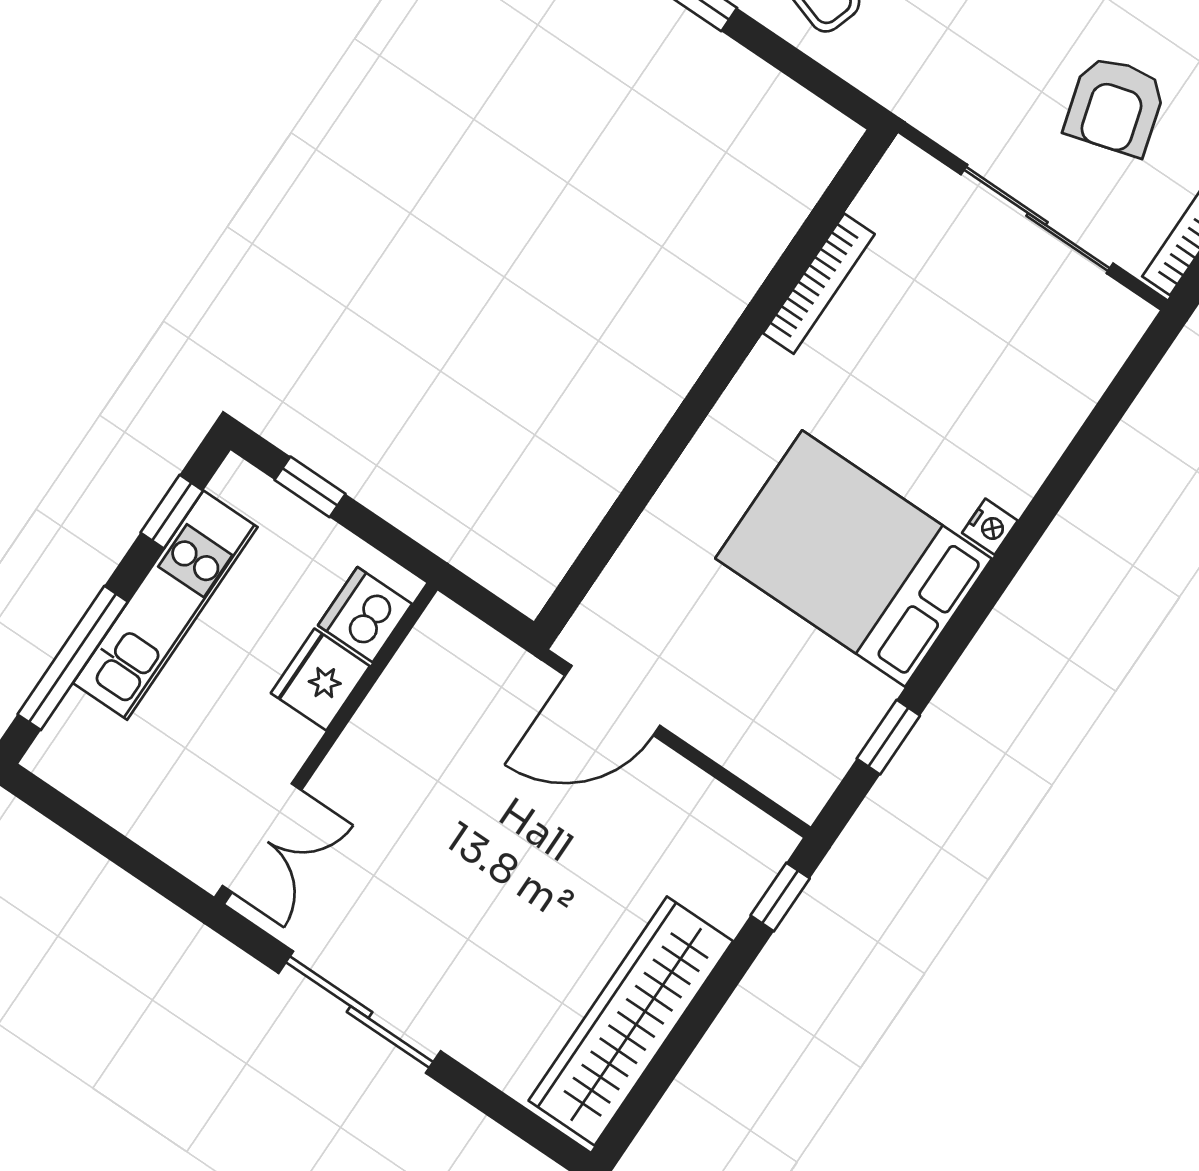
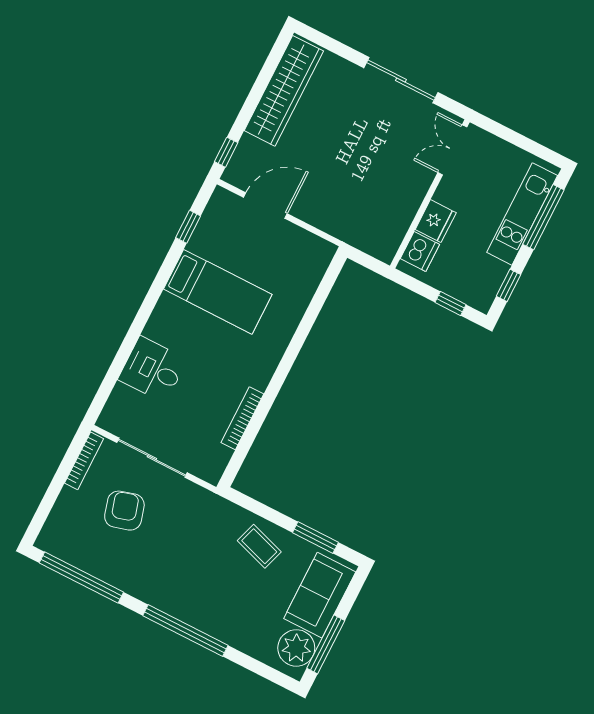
desk: (1010, 421) -> (153, 369), added
nightstand: (990, 527) -> (156, 323), removed
bed: (854, 559) -> (218, 292), width x0.67
kitchen unit: (165, 605) -> (522, 214), moved
door: (613, 701) -> (265, 206), moved

